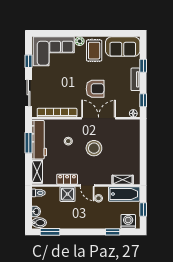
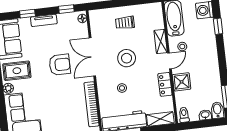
armchair: (95, 89) -> (60, 65), turned 90
trolley: (125, 150) -> (125, 23), added
shelving: (123, 180) -> (161, 41), moved

